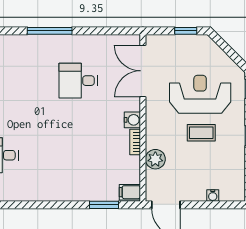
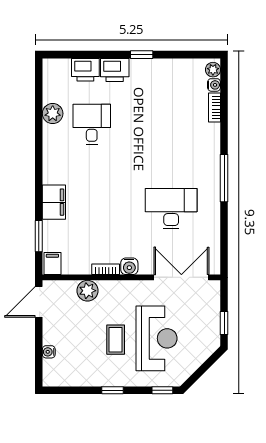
desk: (78, 81) -> (171, 209), width x1.37
filing cabinet: (72, 191) -> (54, 202), added

